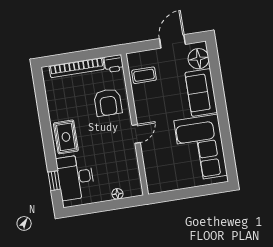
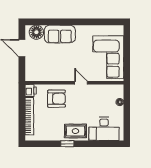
coffee table: (144, 75) -> (42, 71), removed
corner sofa: (201, 148) -> (108, 57), moved, turned 90
window: (54, 181) -> (67, 144), moved

